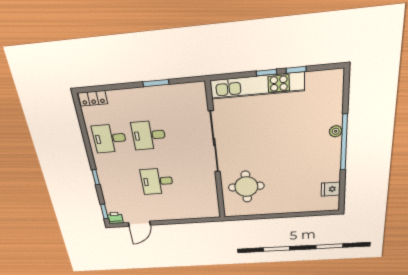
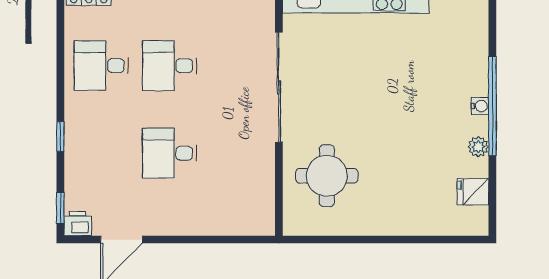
plant: (336, 131) -> (478, 147), moved
water cooler: (336, 143) -> (480, 106), added

